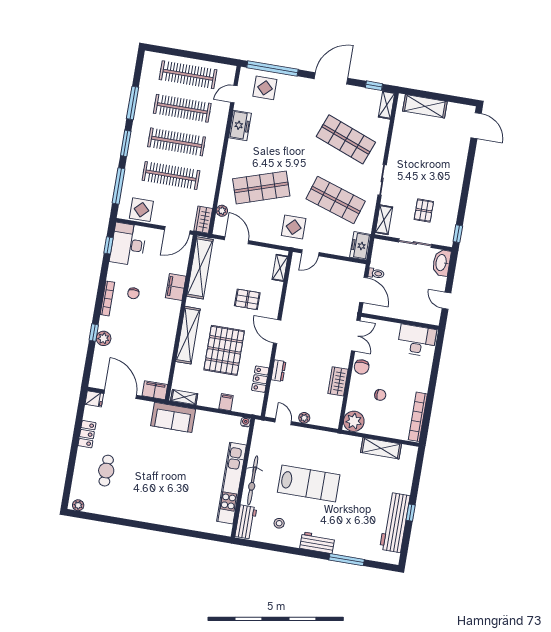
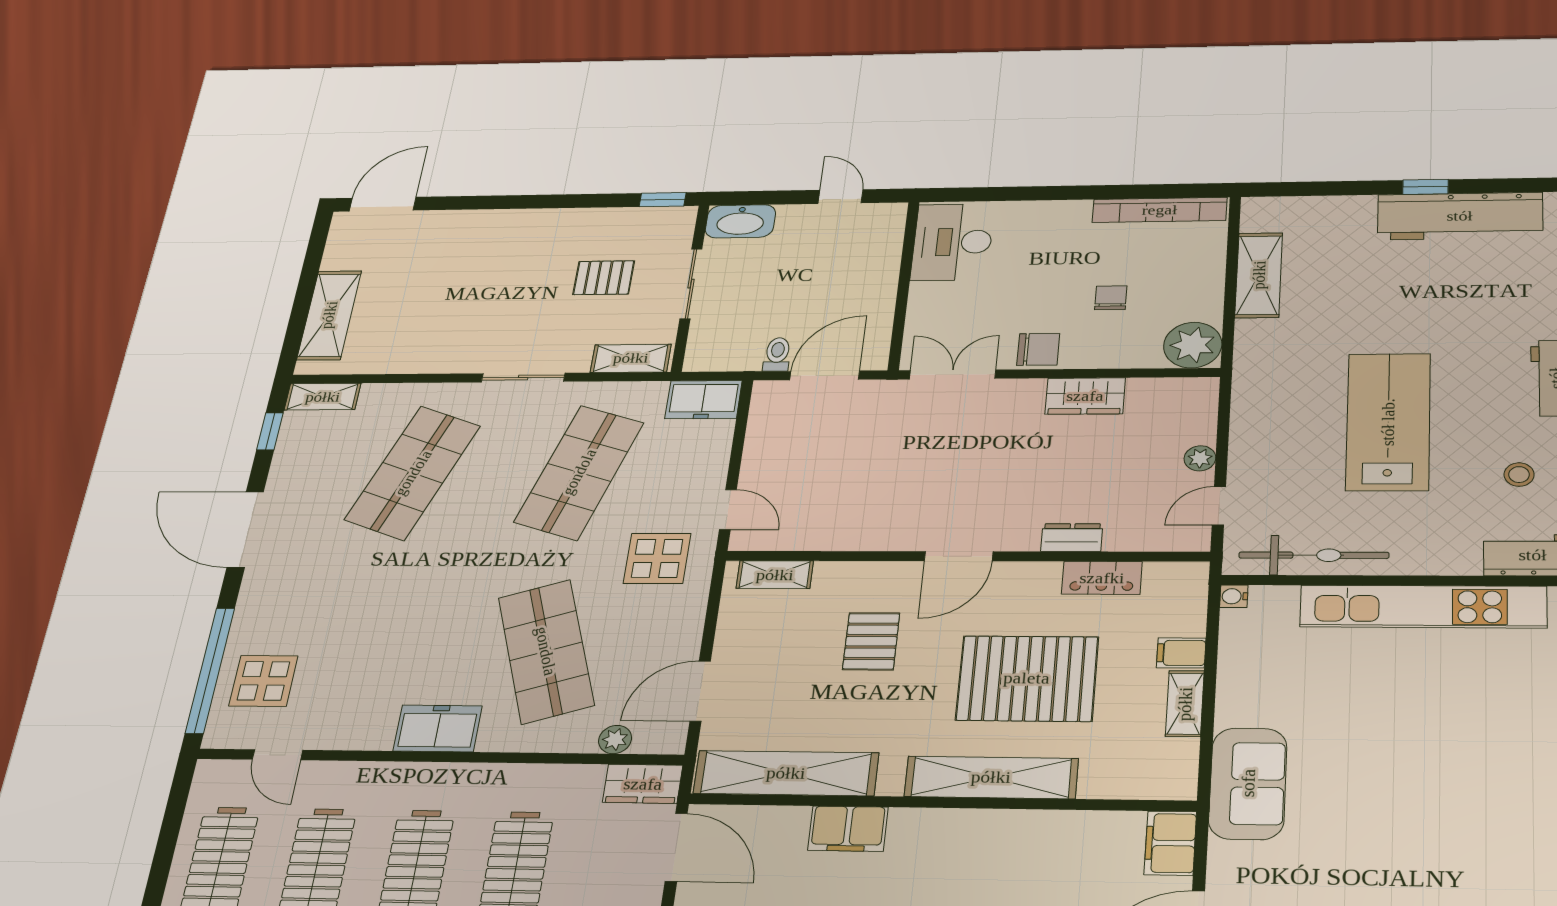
freezer: (240, 125) -> (438, 728), moved
door: (447, 301) -> (840, 197), swing flipped
shelving: (184, 397) -> (1185, 704), moved
bicycle: (253, 480) -> (1314, 555), moved

